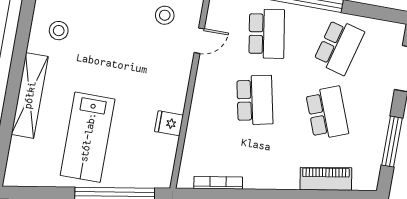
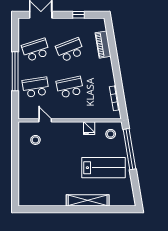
stool: (59, 31) -> (111, 134), moved
school desk: (339, 47) -> (36, 50), turned -33
window: (392, 142) -> (78, 15), width x0.46

